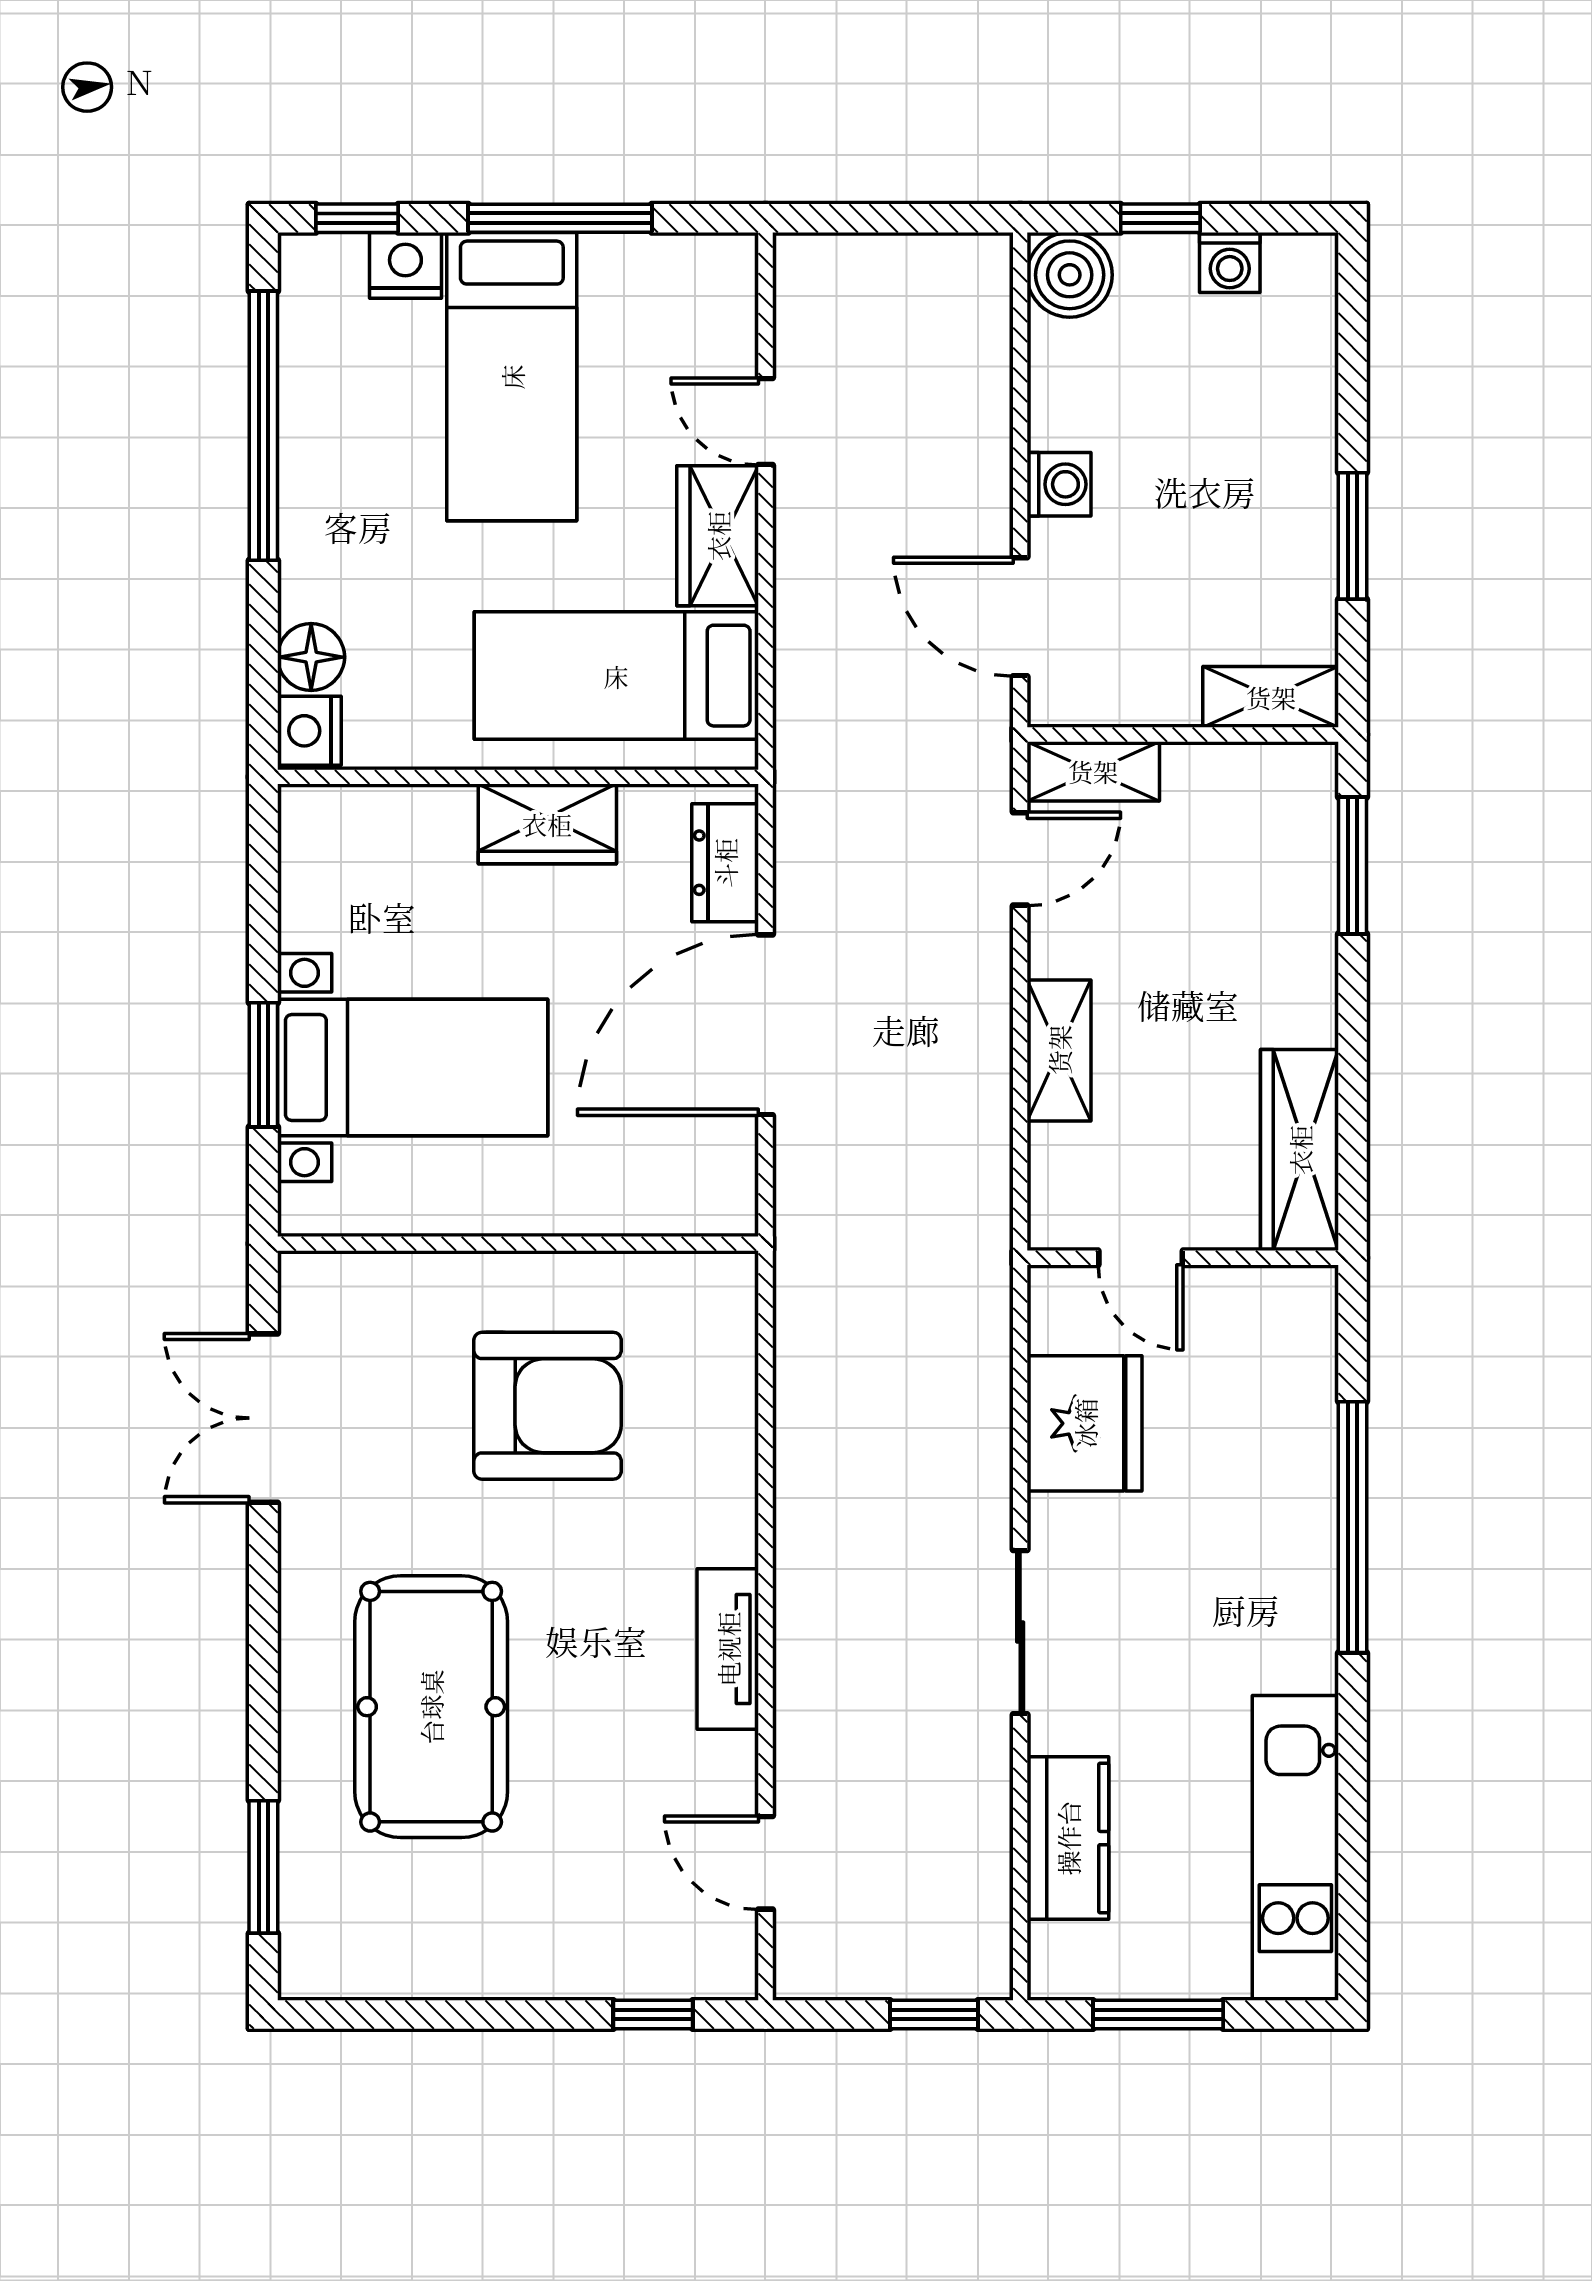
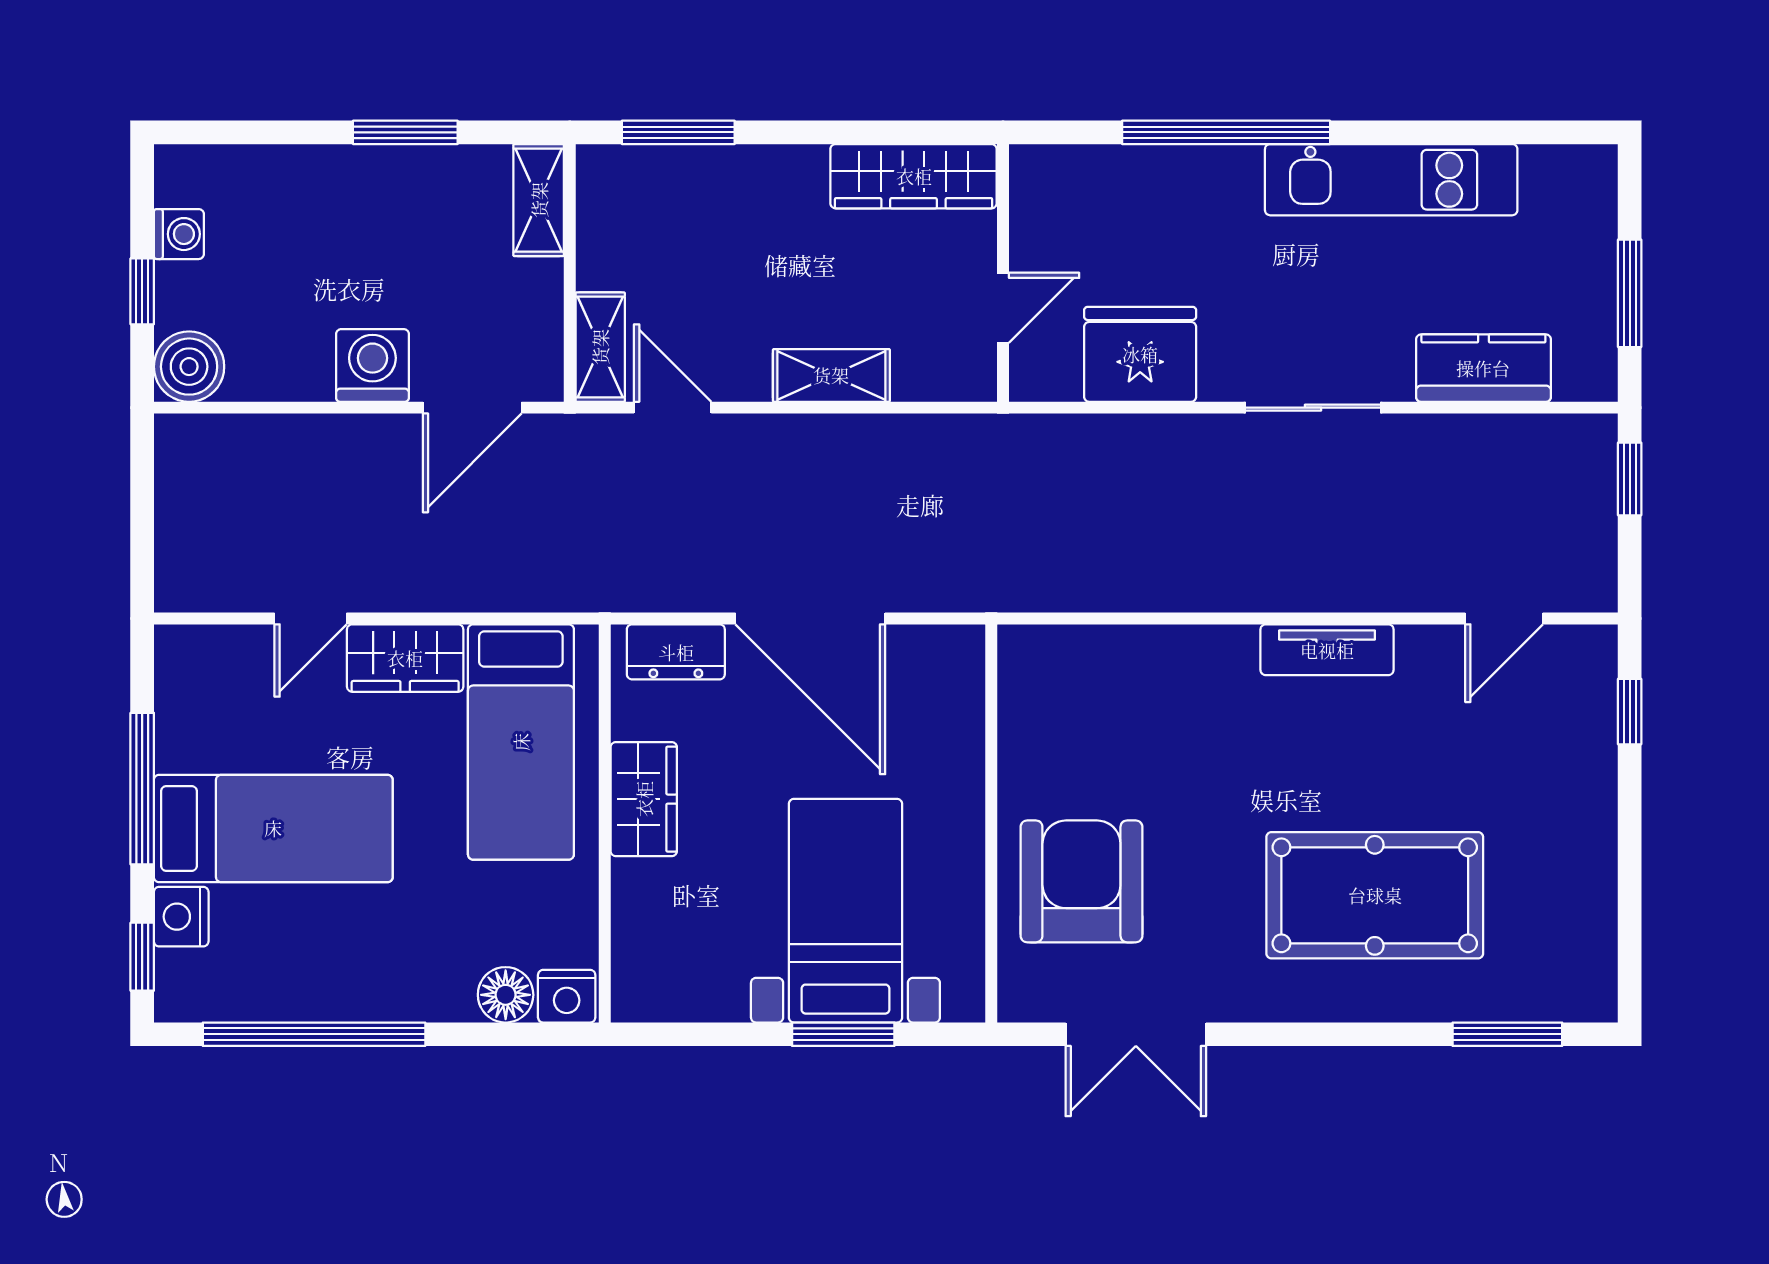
washing machine: (1059, 484) -> (372, 365), width x1.38, depth x1.38
armchair: (548, 1406) -> (1081, 881), moved
kitchen unit: (1295, 1848) -> (1391, 180), moved

